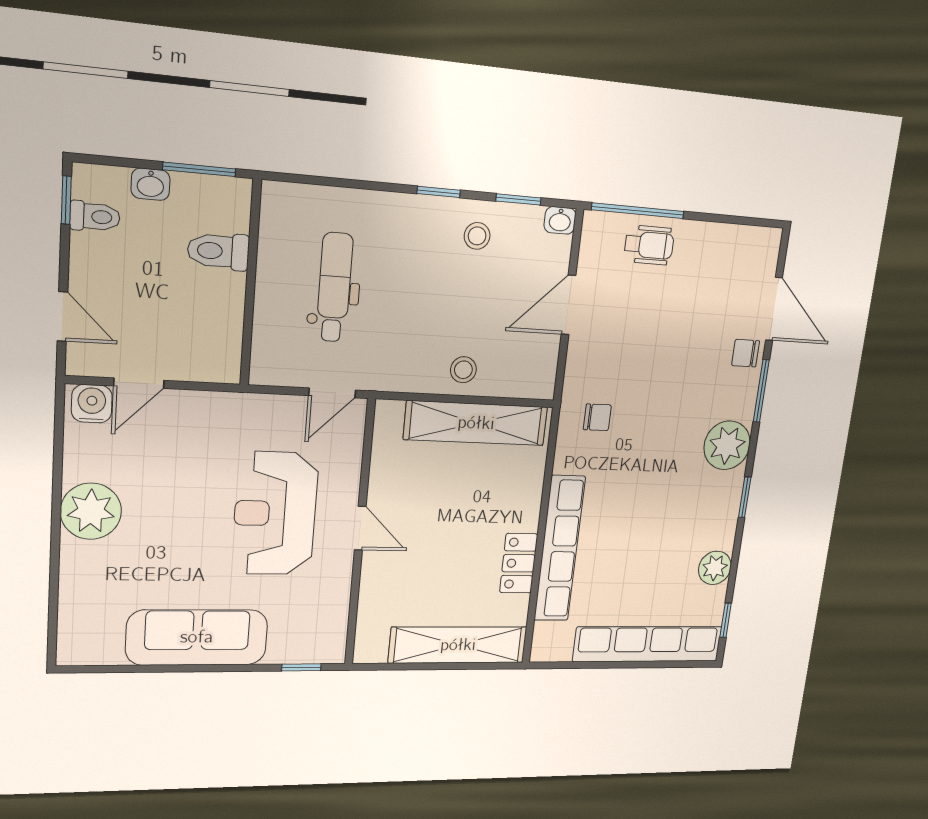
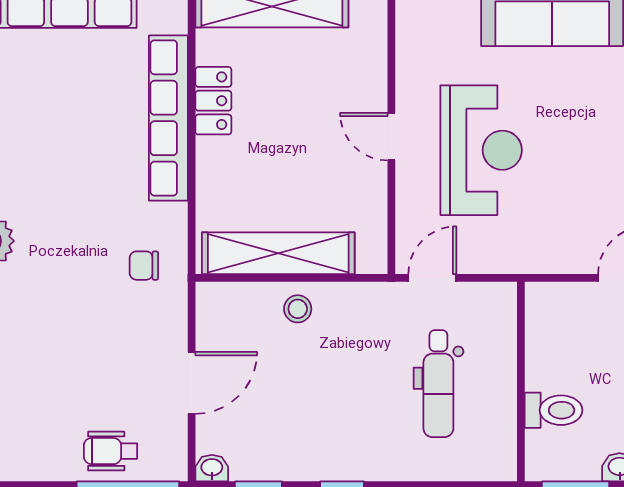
stool: (477, 236) -> (298, 445), removed

